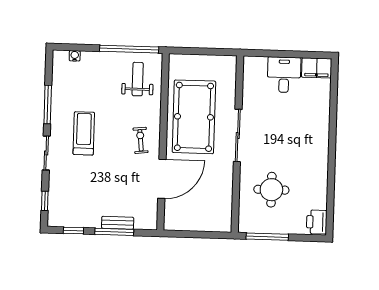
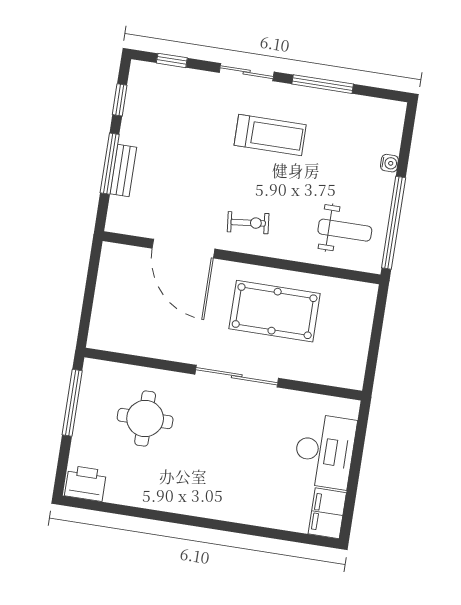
water cooler: (75, 56) -> (389, 163), moved
desk: (284, 75) -> (325, 451), width x1.37
pool table: (194, 117) -> (275, 311), width x0.73, depth x0.76

